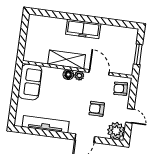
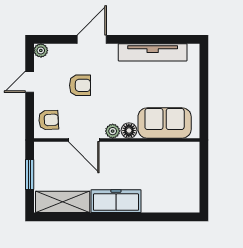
shelving: (67, 59) -> (63, 202), moved
sofa: (30, 82) -> (165, 123), moved, turned 90
door: (130, 116) -> (30, 82), hinge flipped
plant: (116, 131) -> (41, 50), width x0.53, depth x0.53

